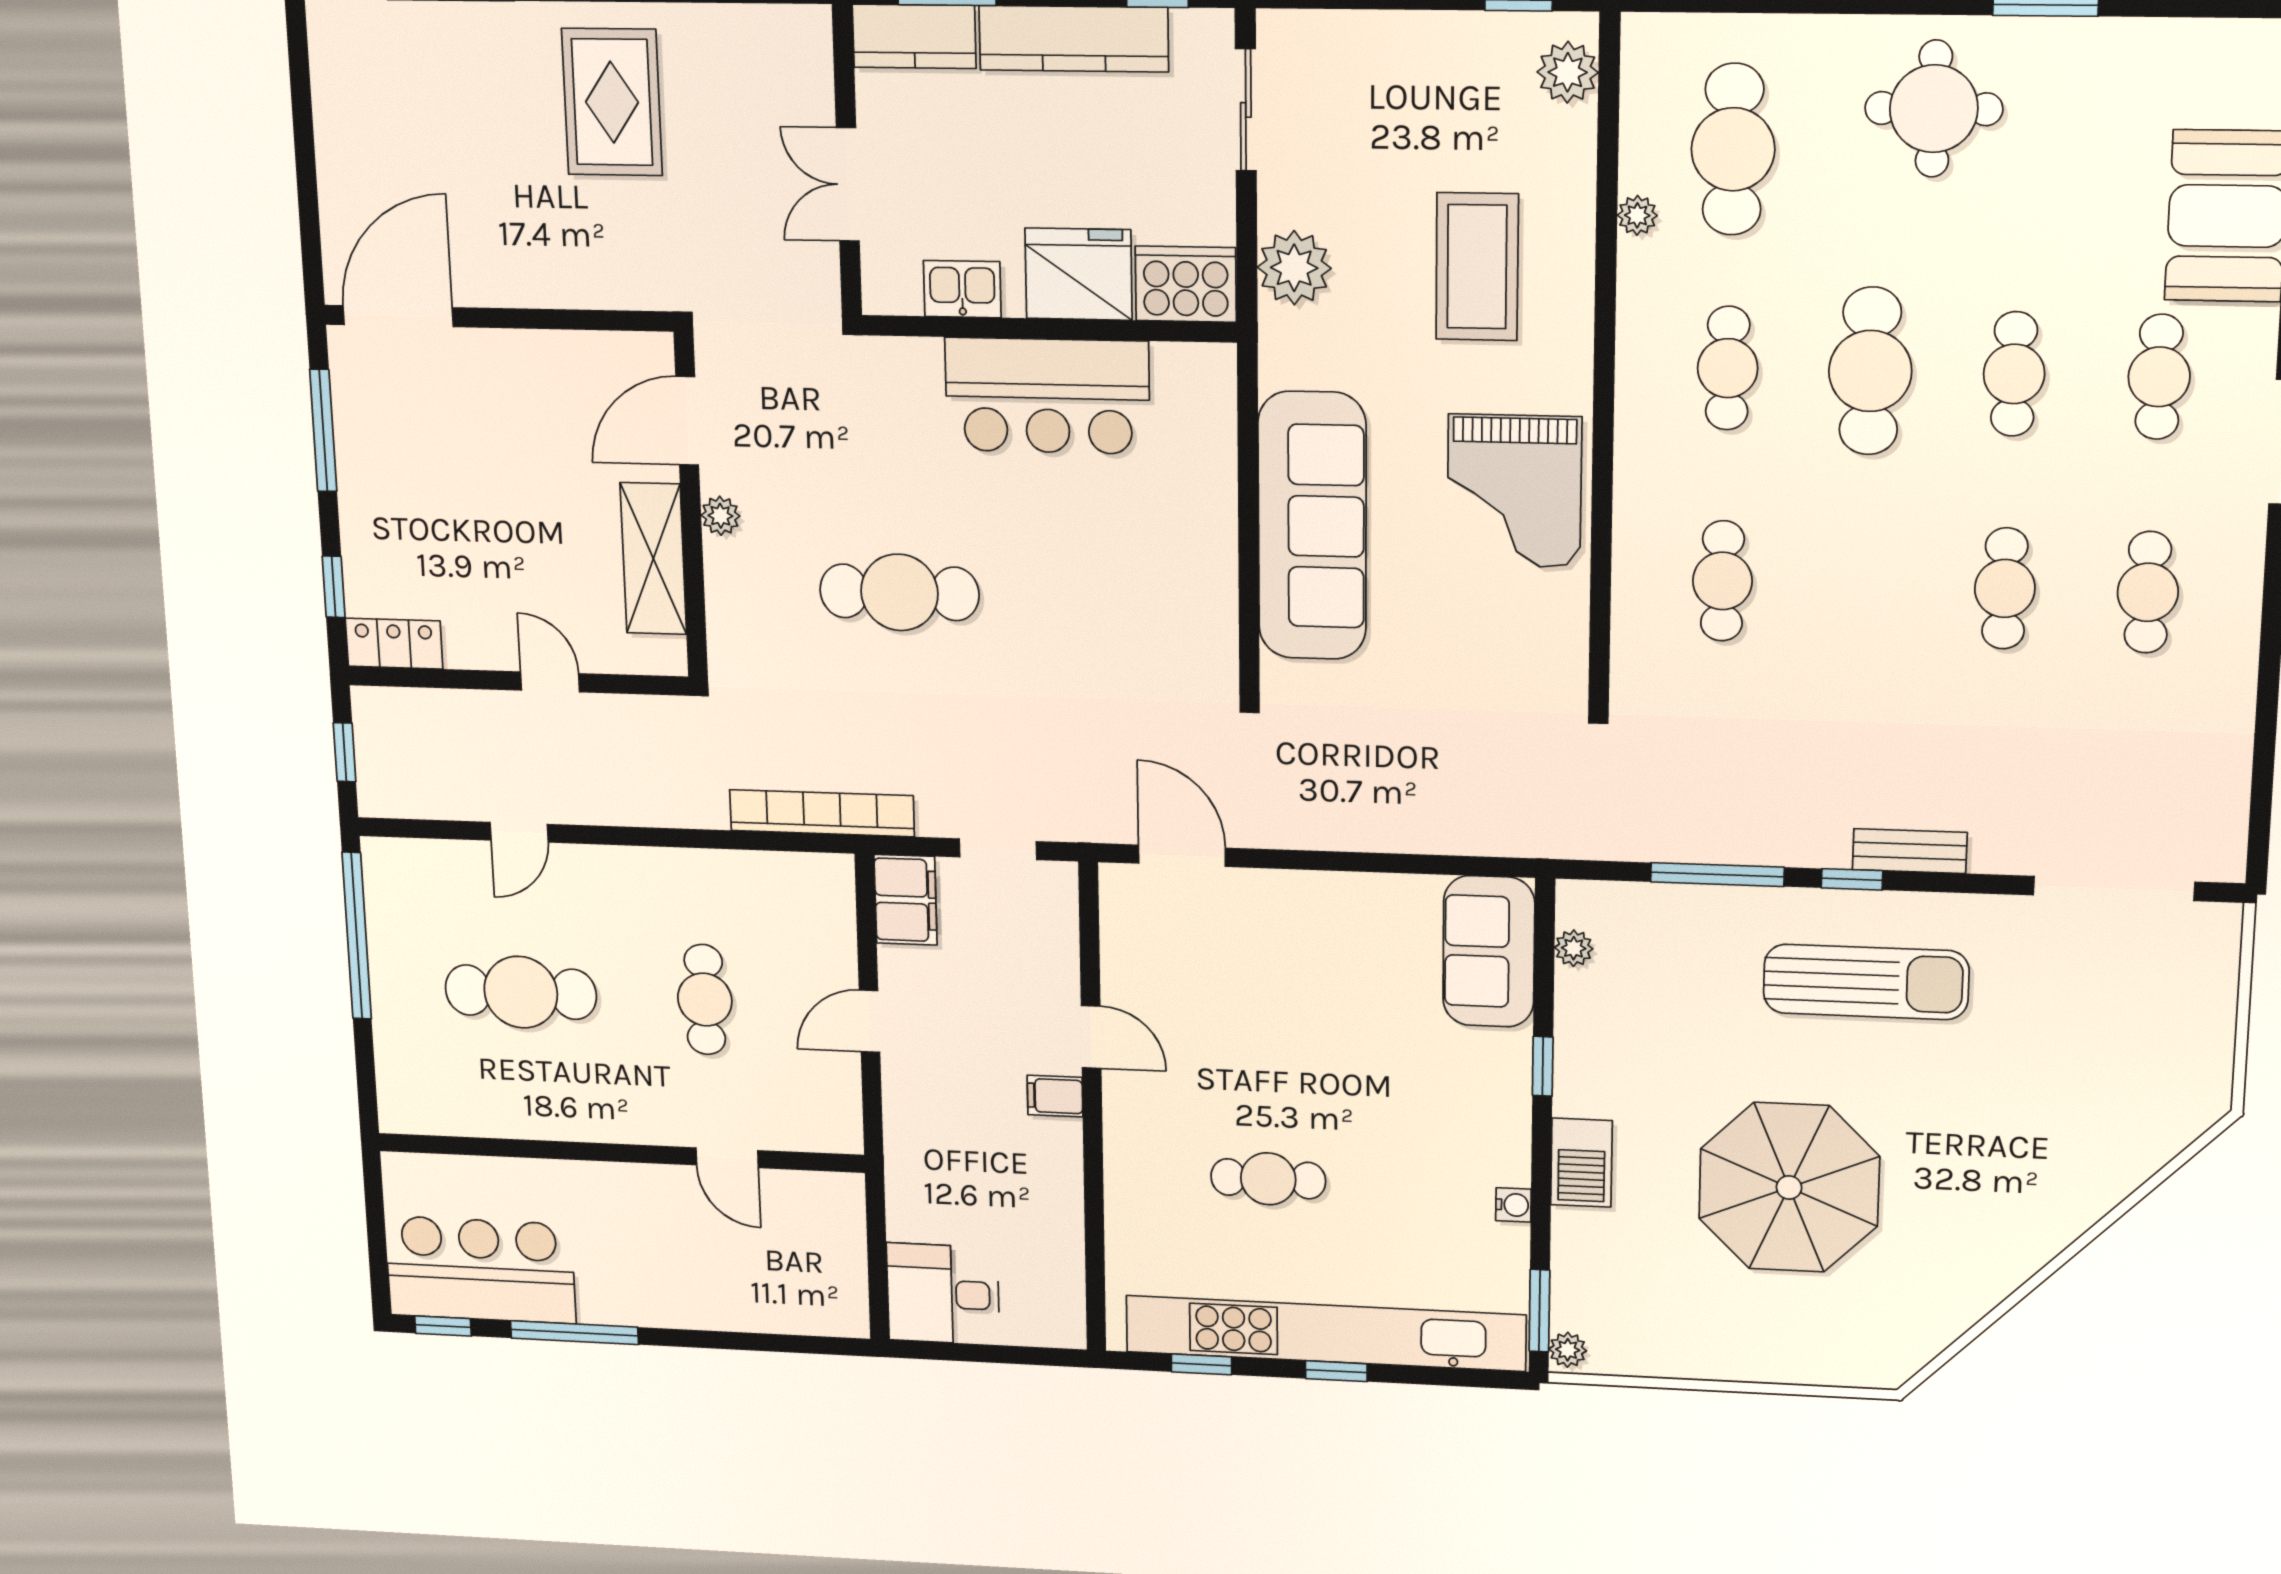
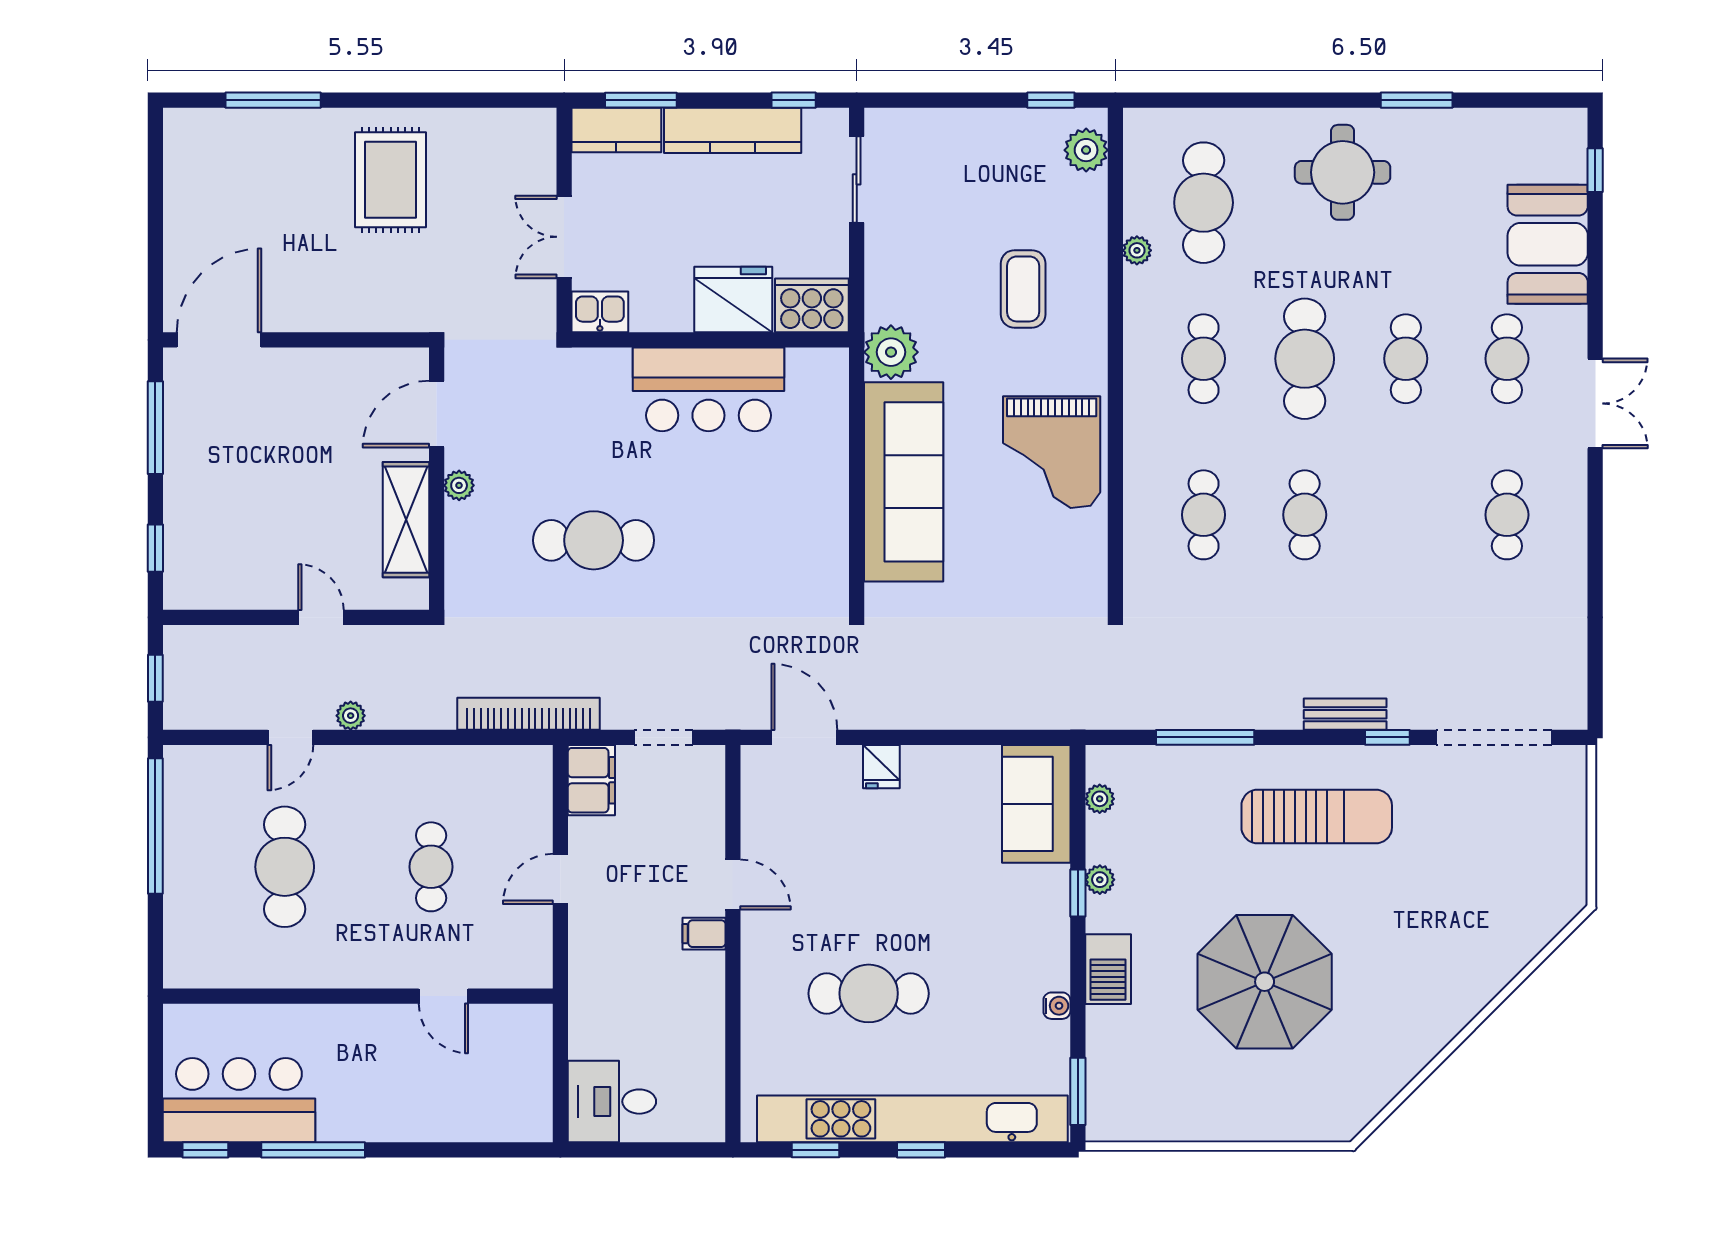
coffee table: (1477, 267) -> (1023, 289), width x0.73, depth x0.76
plant: (1294, 268) -> (891, 352), moved
kitchen sink: (962, 289) -> (600, 312), moved
cafe table: (2005, 588) -> (1305, 515), moved
locker: (394, 644) -> (200, 591), removed
plant: (594, 808) -> (351, 716), added
window: (1852, 879) -> (1387, 737), moved
fridge: (1284, 896) -> (881, 767), added
cafe table: (521, 992) -> (285, 867), turned 90
cafe table: (1268, 1179) -> (869, 993), width x1.37, depth x1.35
plant: (1568, 1350) -> (1100, 880), moved

